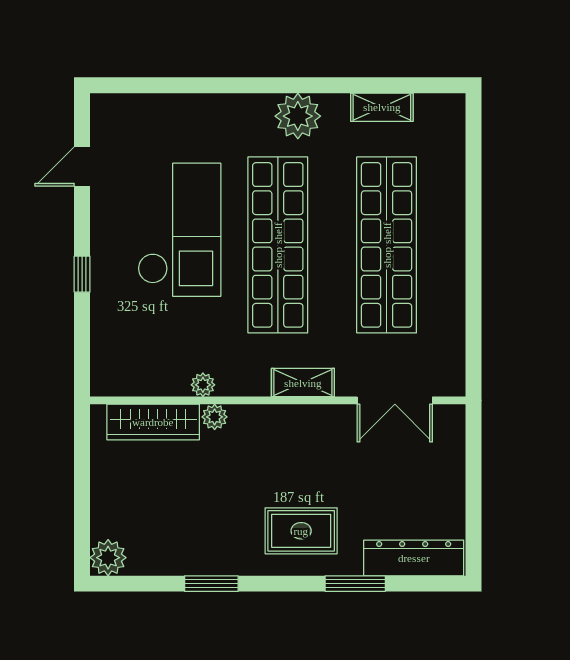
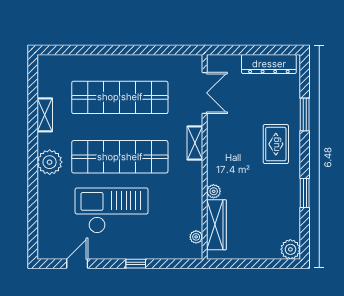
shelving: (382, 107) -> (45, 115), moved
plant: (298, 116) -> (50, 162), moved
door: (82, 167) -> (77, 264), swing flipped
plant: (203, 385) -> (196, 237), moved
dresser: (414, 558) -> (269, 64), moved, turned -90

